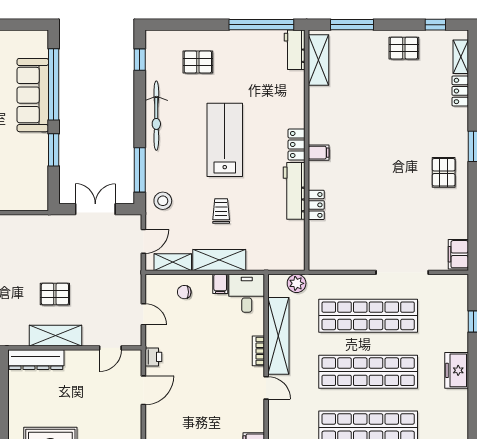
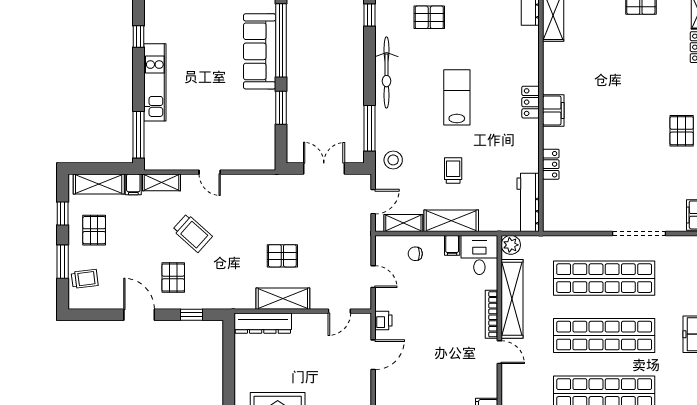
lab bench: (225, 140) -> (457, 97), width x0.73, depth x0.72
filing cabinet: (319, 153) -> (553, 110), width x2.00
workbench: (294, 191) -> (528, 202), moved
plant: (297, 283) -> (511, 245), moved
bookcase: (258, 351) -> (491, 314), width x1.56

